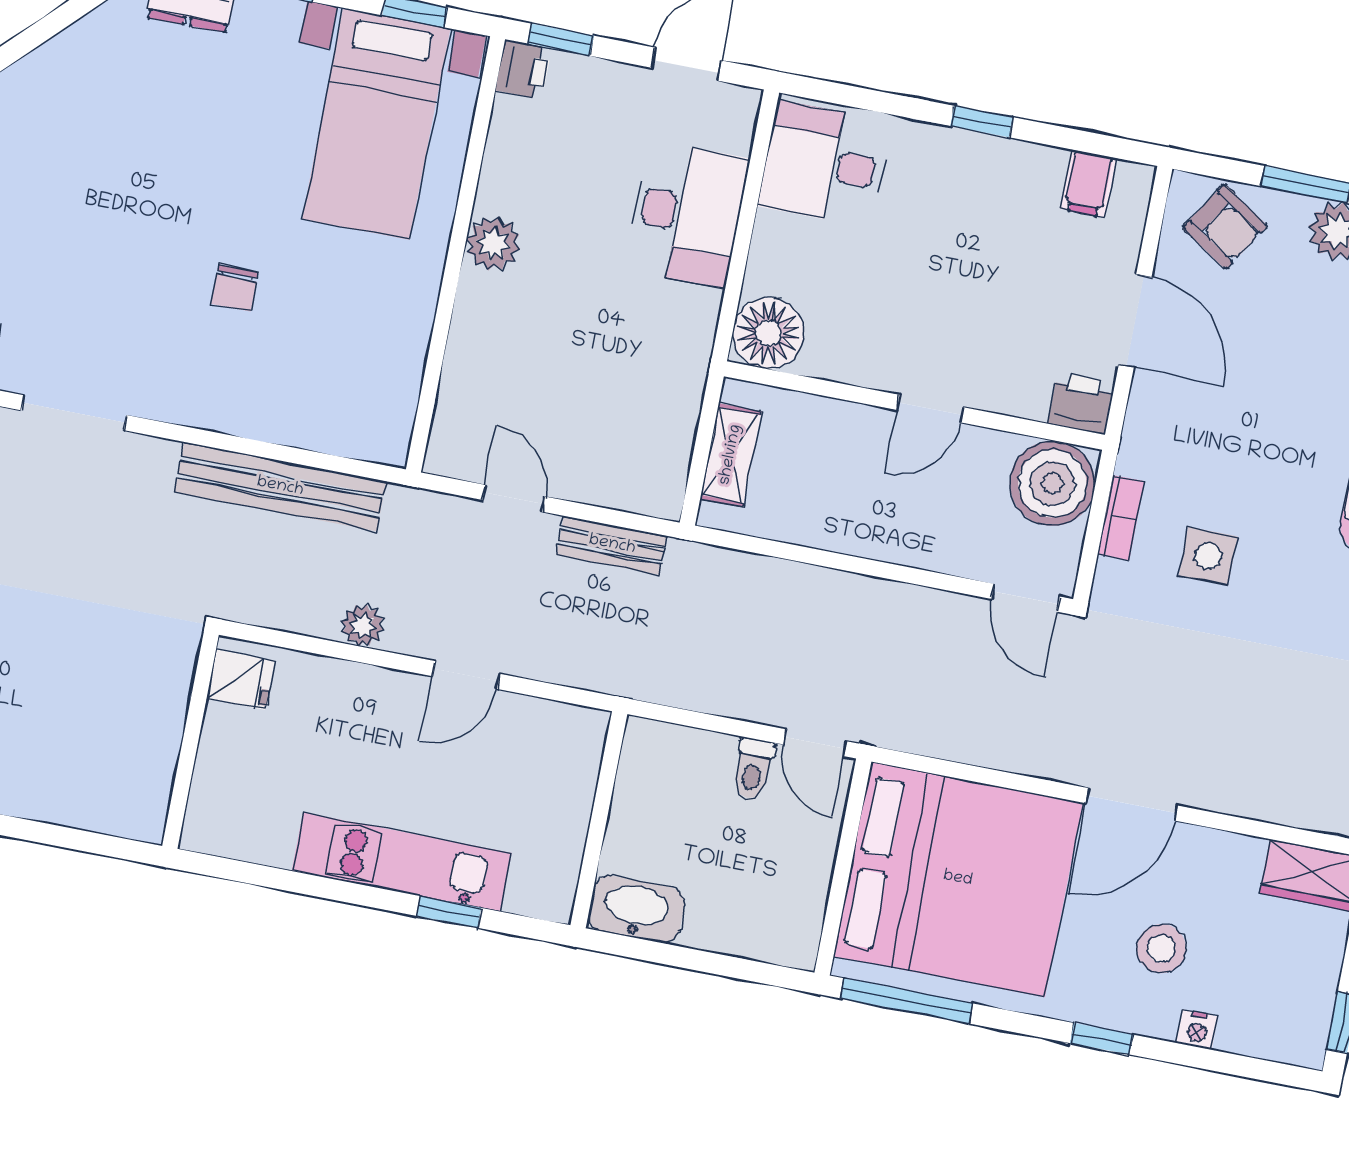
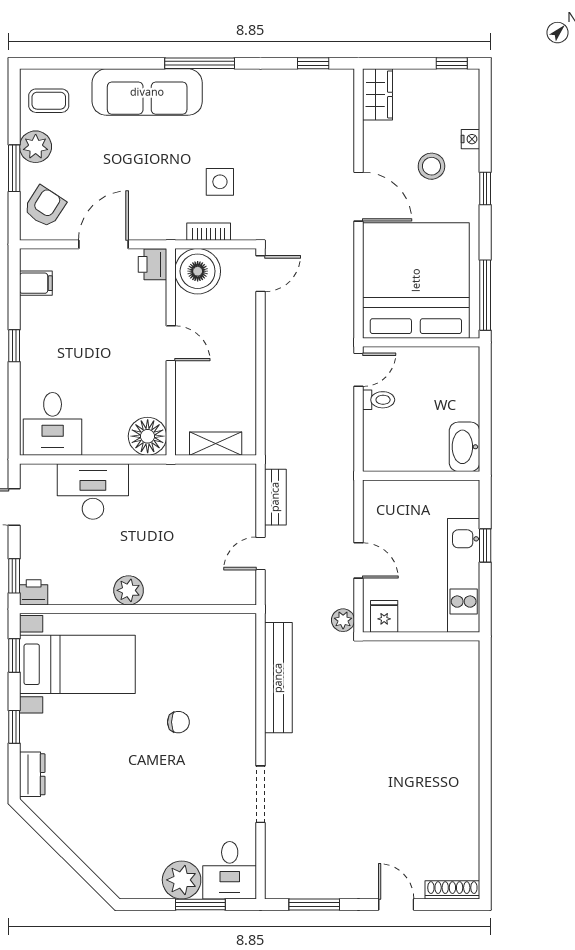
fridge: (240, 680) -> (384, 616), moved
wall: (191, 740) -> (421, 636), moved

